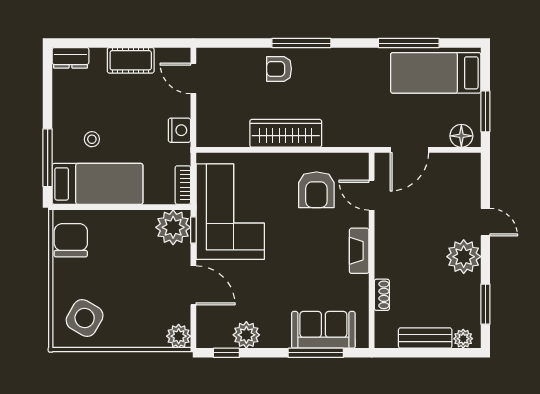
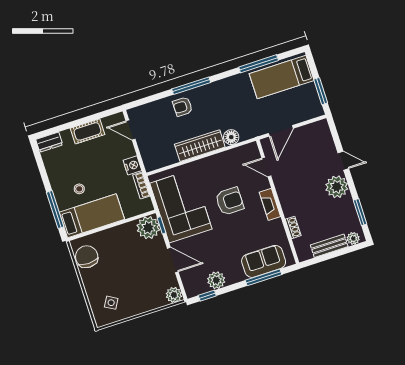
floor lamp: (461, 136) -> (231, 137), moved
bookcase: (183, 185) -> (141, 185), moved
armchair: (316, 190) -> (230, 201), moved, turned -90
side table: (85, 318) -> (111, 303), width x0.54, depth x0.54

